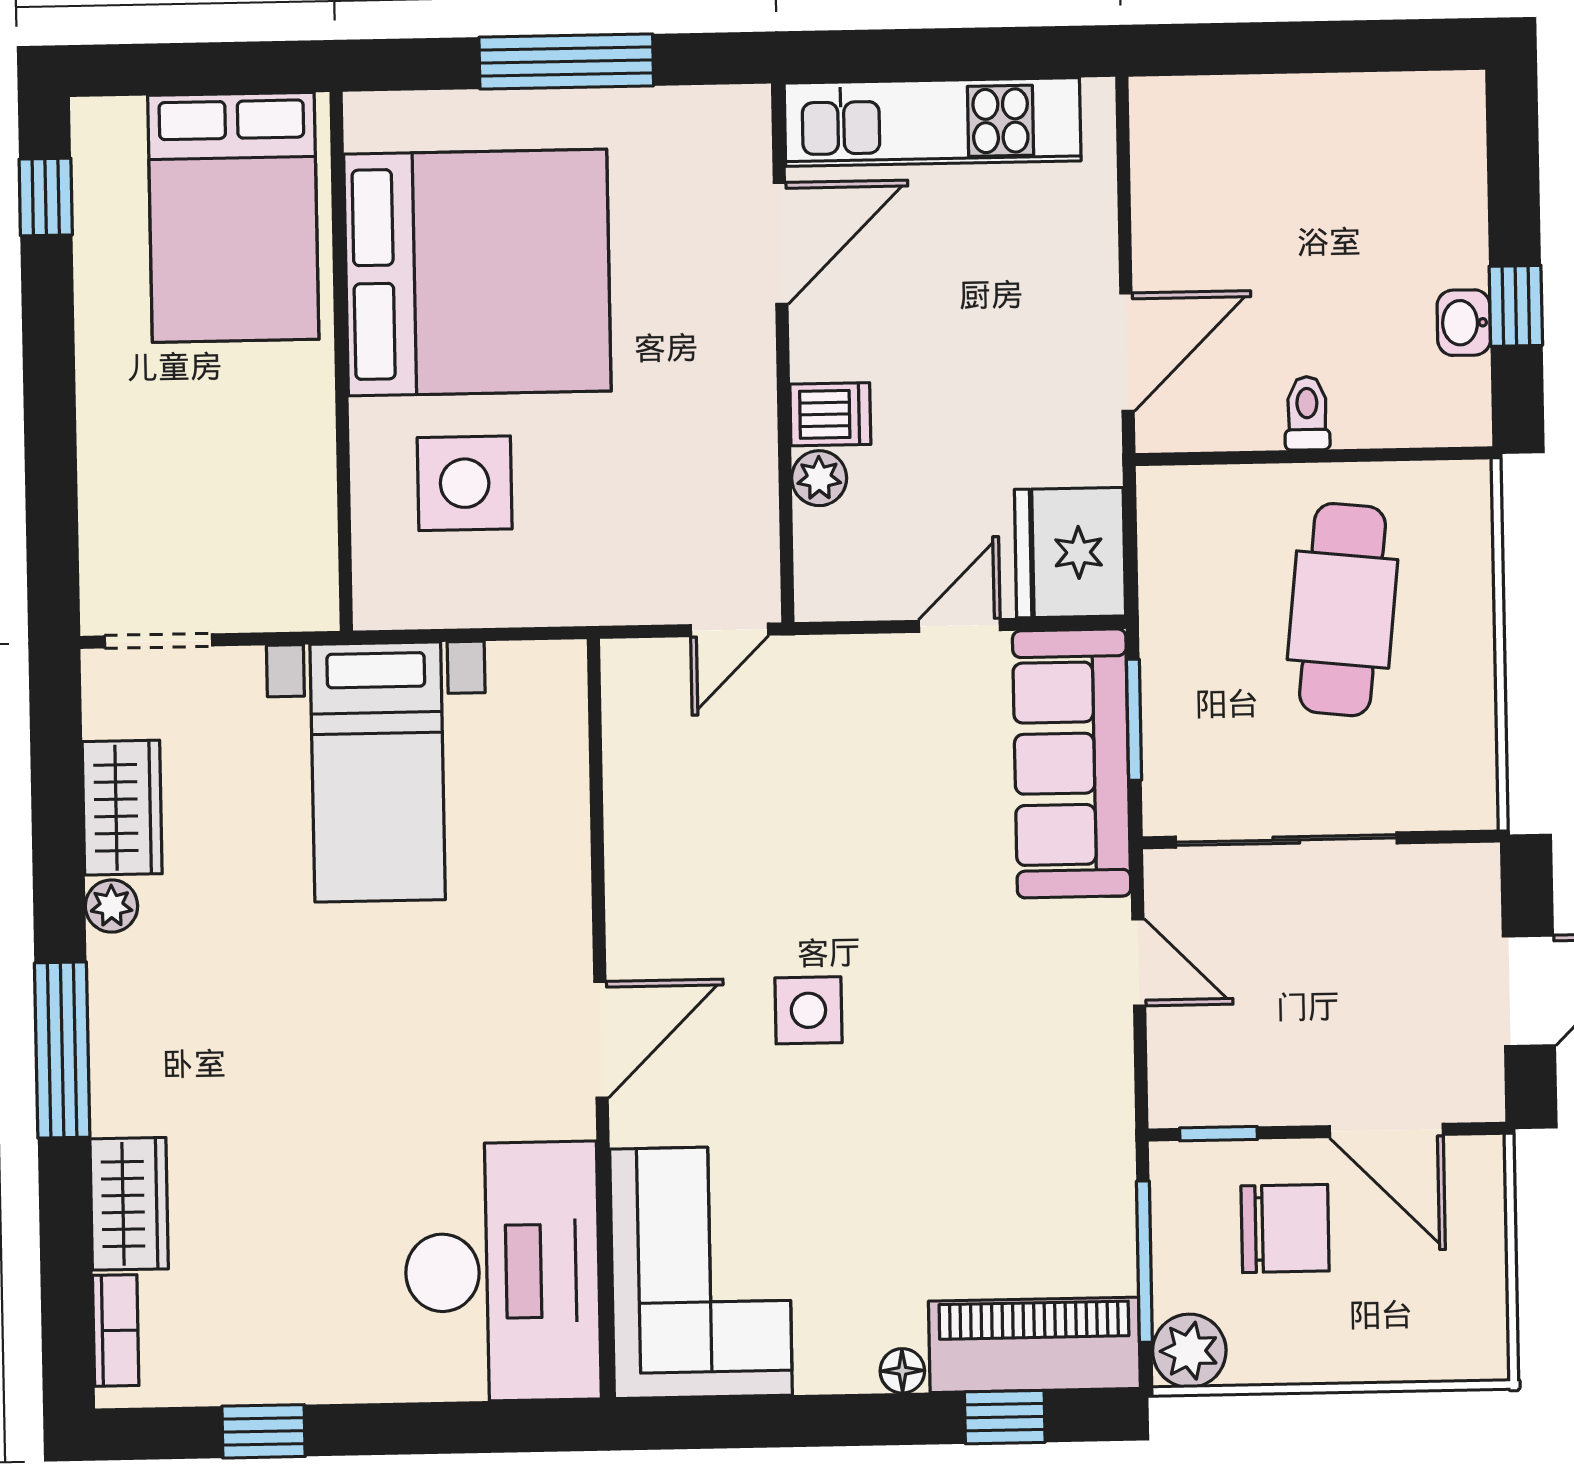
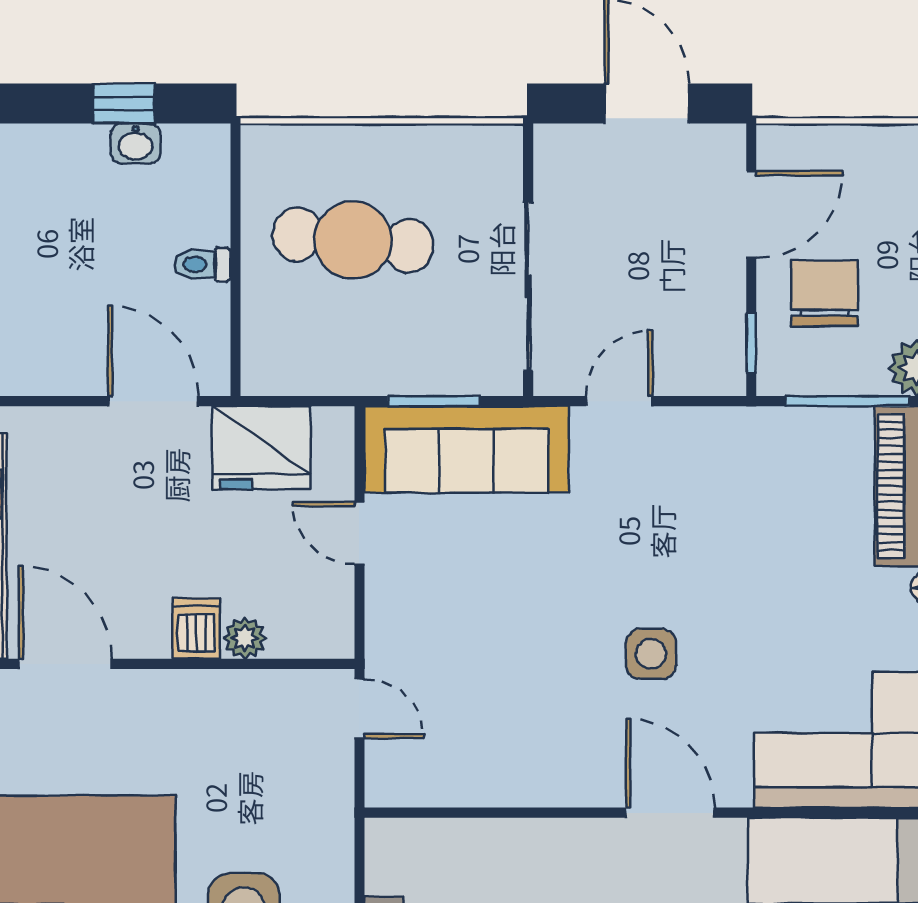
fridge: (1070, 553) -> (262, 448), moved

